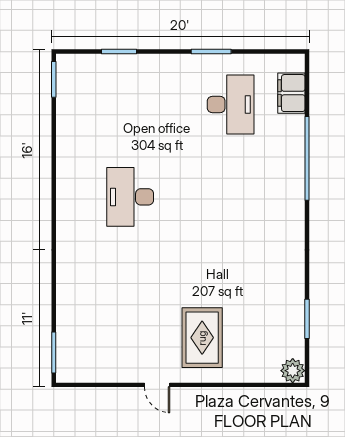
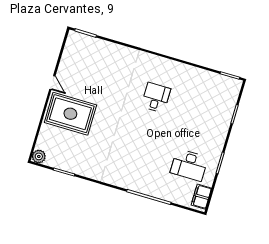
filing cabinet: (291, 93) -> (201, 197), moved, turned -90
desk: (130, 197) -> (156, 98), width x0.73
rug: (202, 338) -> (70, 114), width x1.37, depth x1.44
door: (157, 385) -> (52, 83), swing flipped

